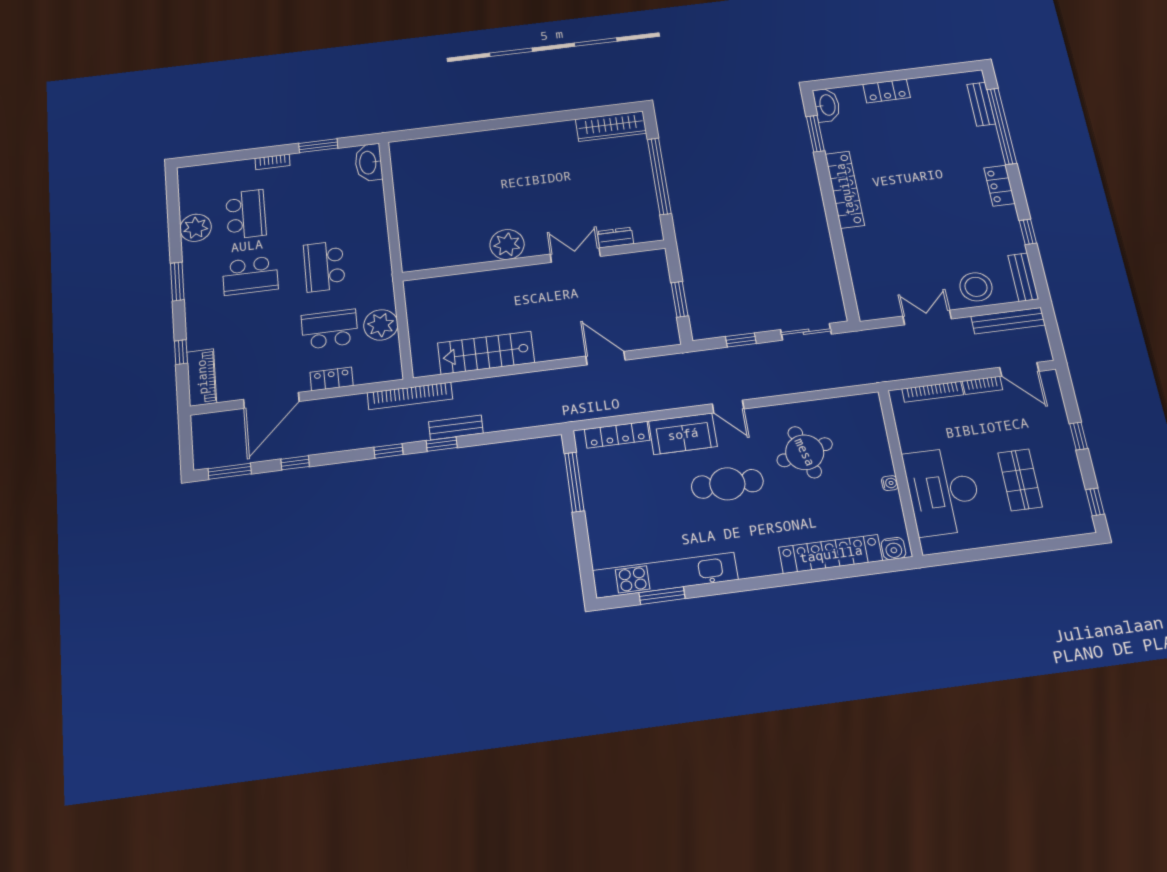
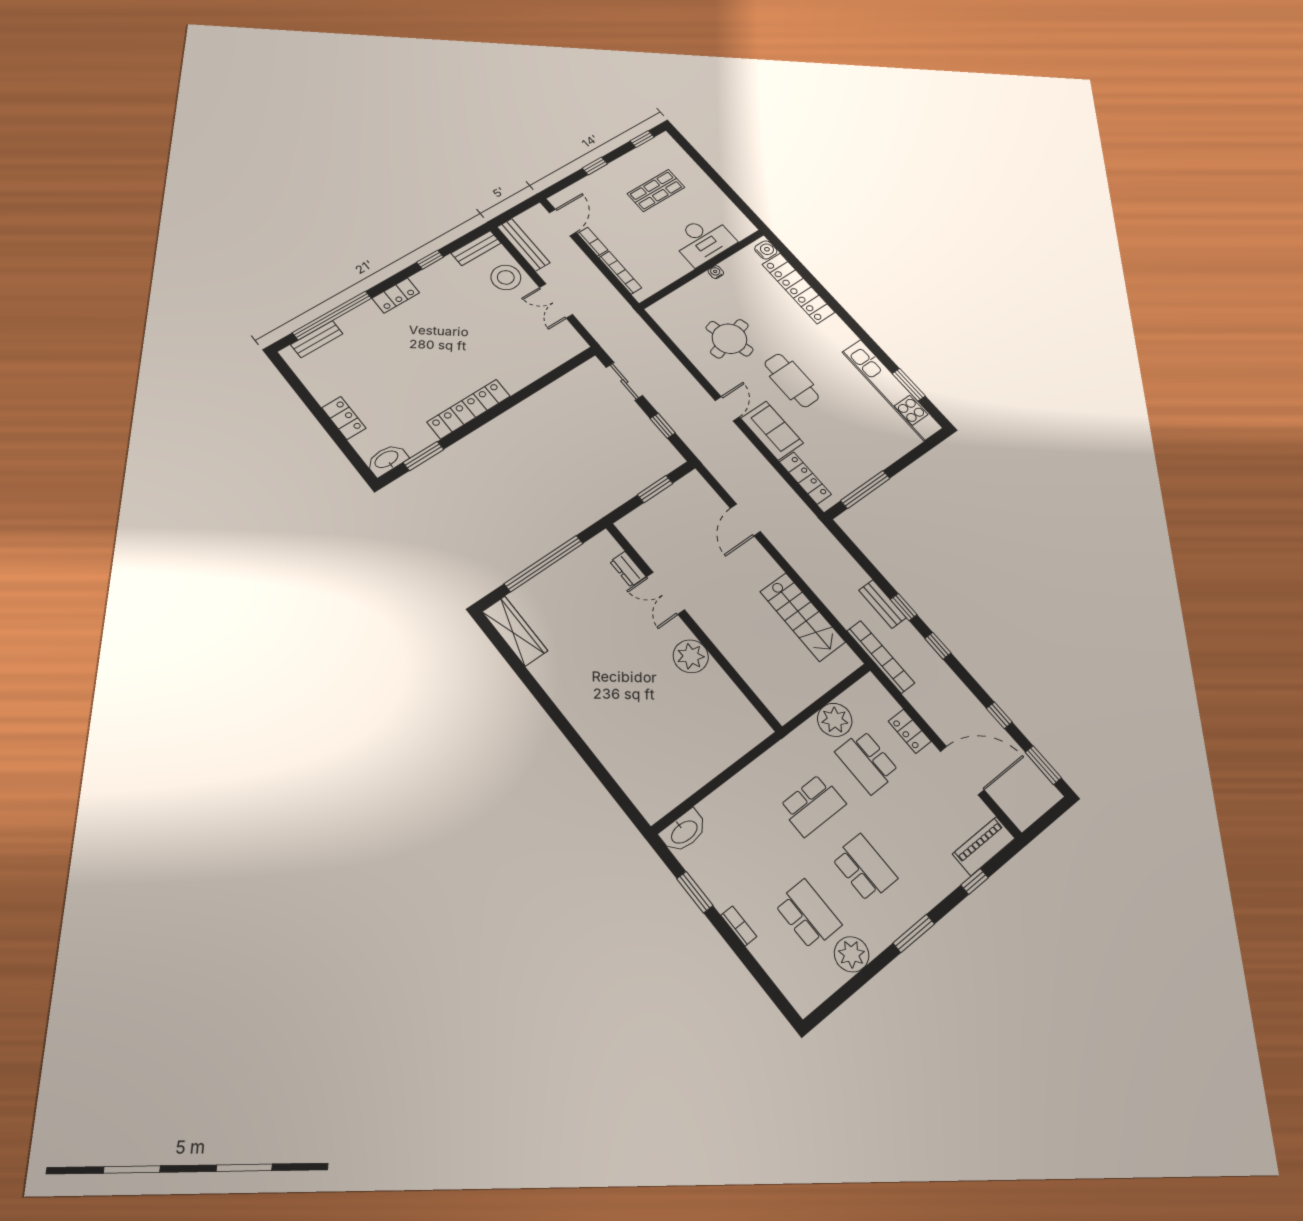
school desk: (246, 214) -> (808, 914), turned 90
desk: (943, 491) -> (703, 240), width x0.73, depth x0.77

